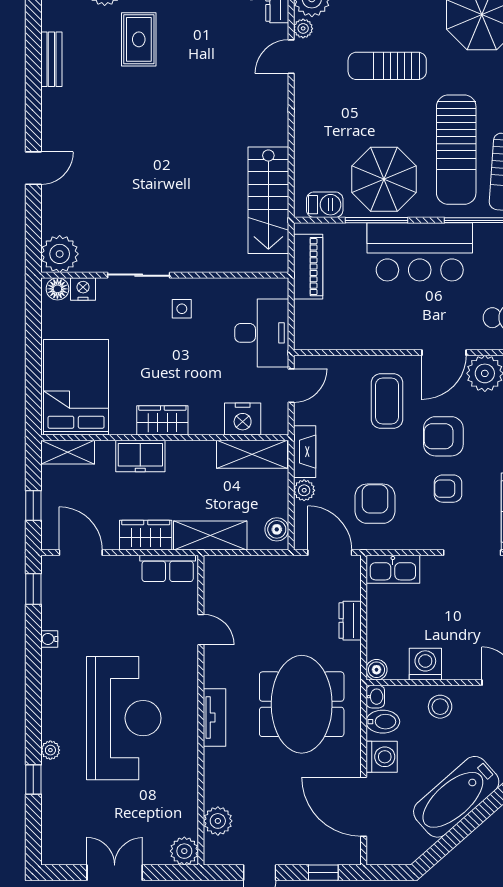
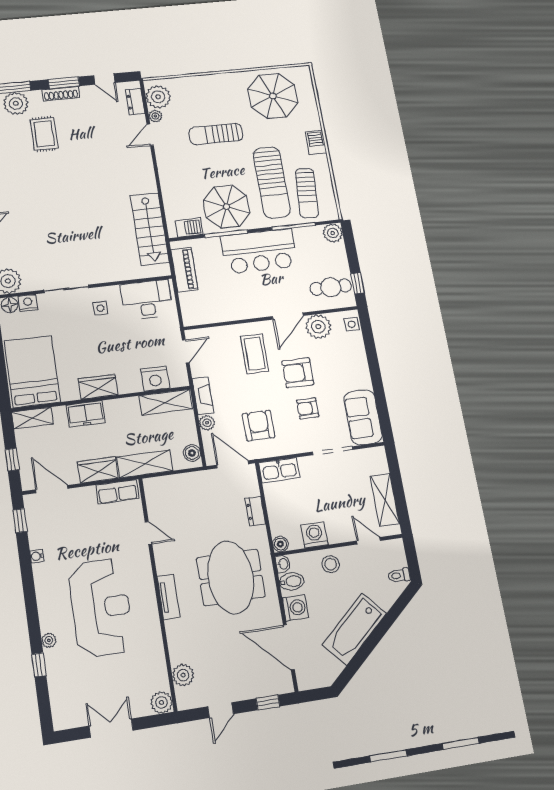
desk: (262, 333) -> (147, 300), moved, turned -90

